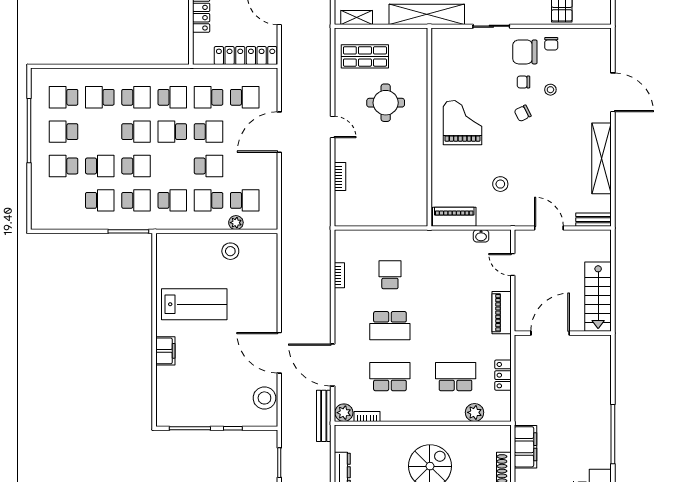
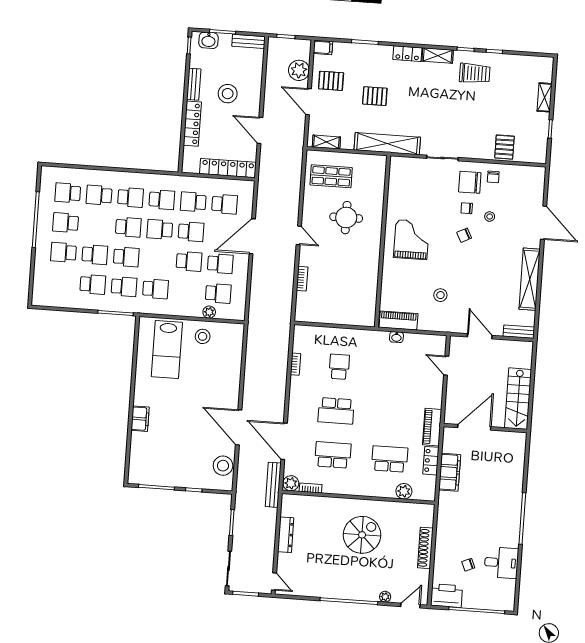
school desk: (209, 200) -> (220, 264), moved, turned 180
washbasin: (481, 236) -> (396, 337), moved
lab bench: (194, 304) -> (167, 349), moved, turned 90
piano: (502, 313) -> (432, 427), moved
filing cabinet: (526, 447) -> (450, 472), moved

